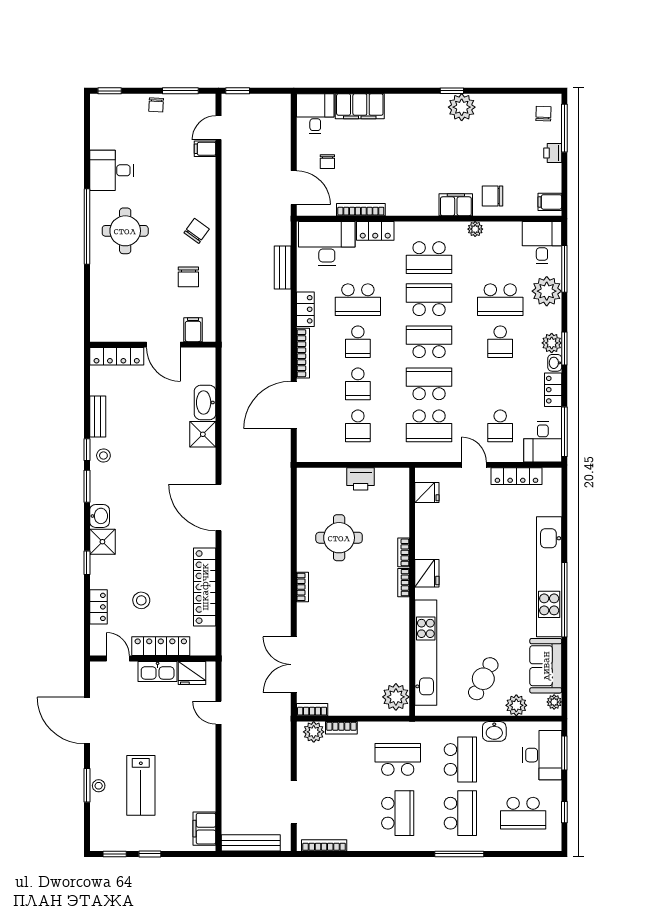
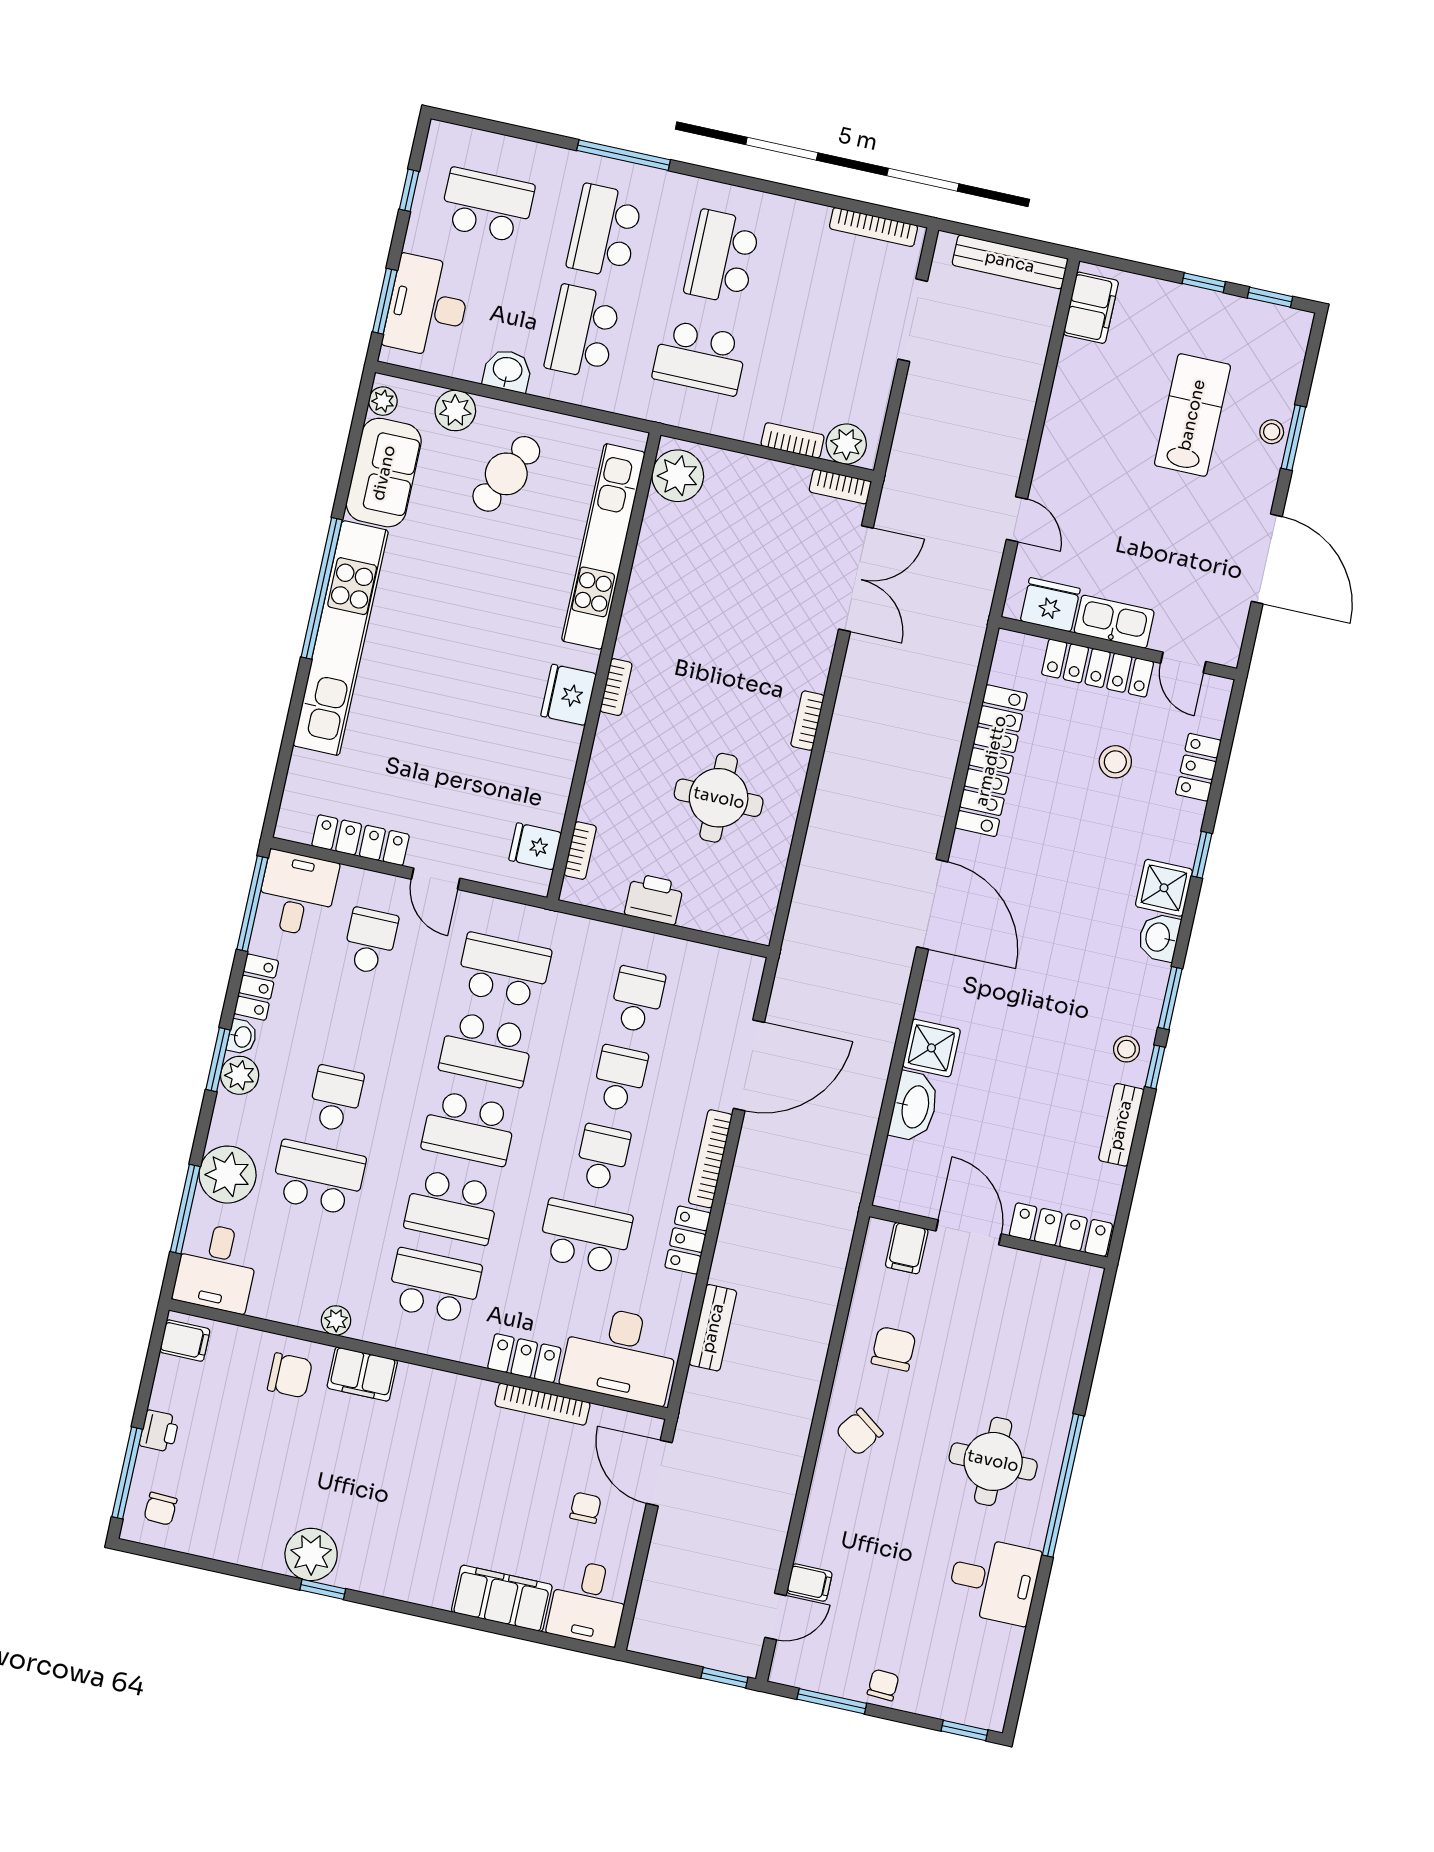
bookcase: (404, 552) -> (580, 851), moved

